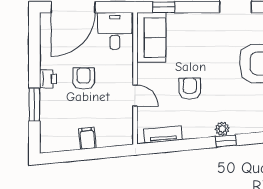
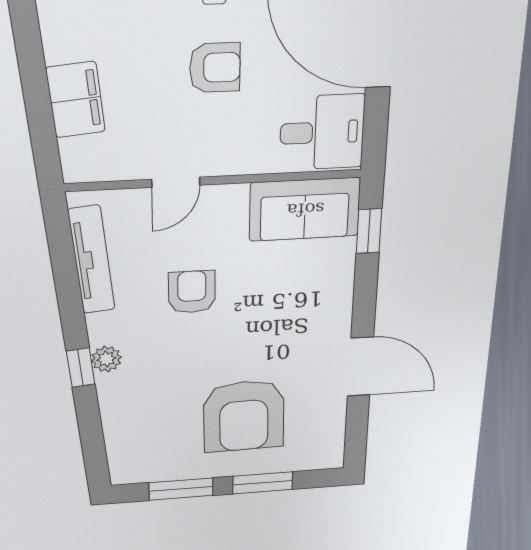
armchair: (190, 89) -> (192, 292), turned -90
tv unit: (163, 134) -> (92, 260), width x1.41
filing cabinet: (87, 138) -> (76, 100), width x2.00

